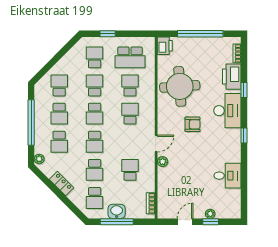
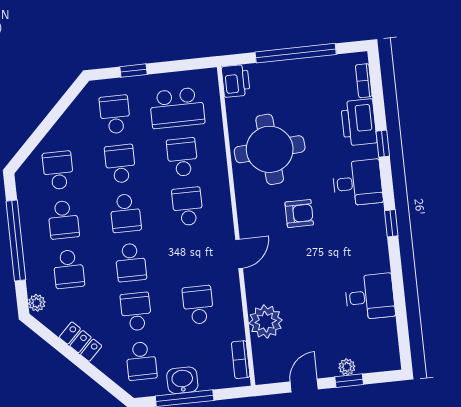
desk: (227, 111) -> (358, 183), width x0.73
plant: (163, 162) -> (266, 322), moved, width x1.87, depth x1.87
school desk: (95, 170) -> (136, 312), turned 180

